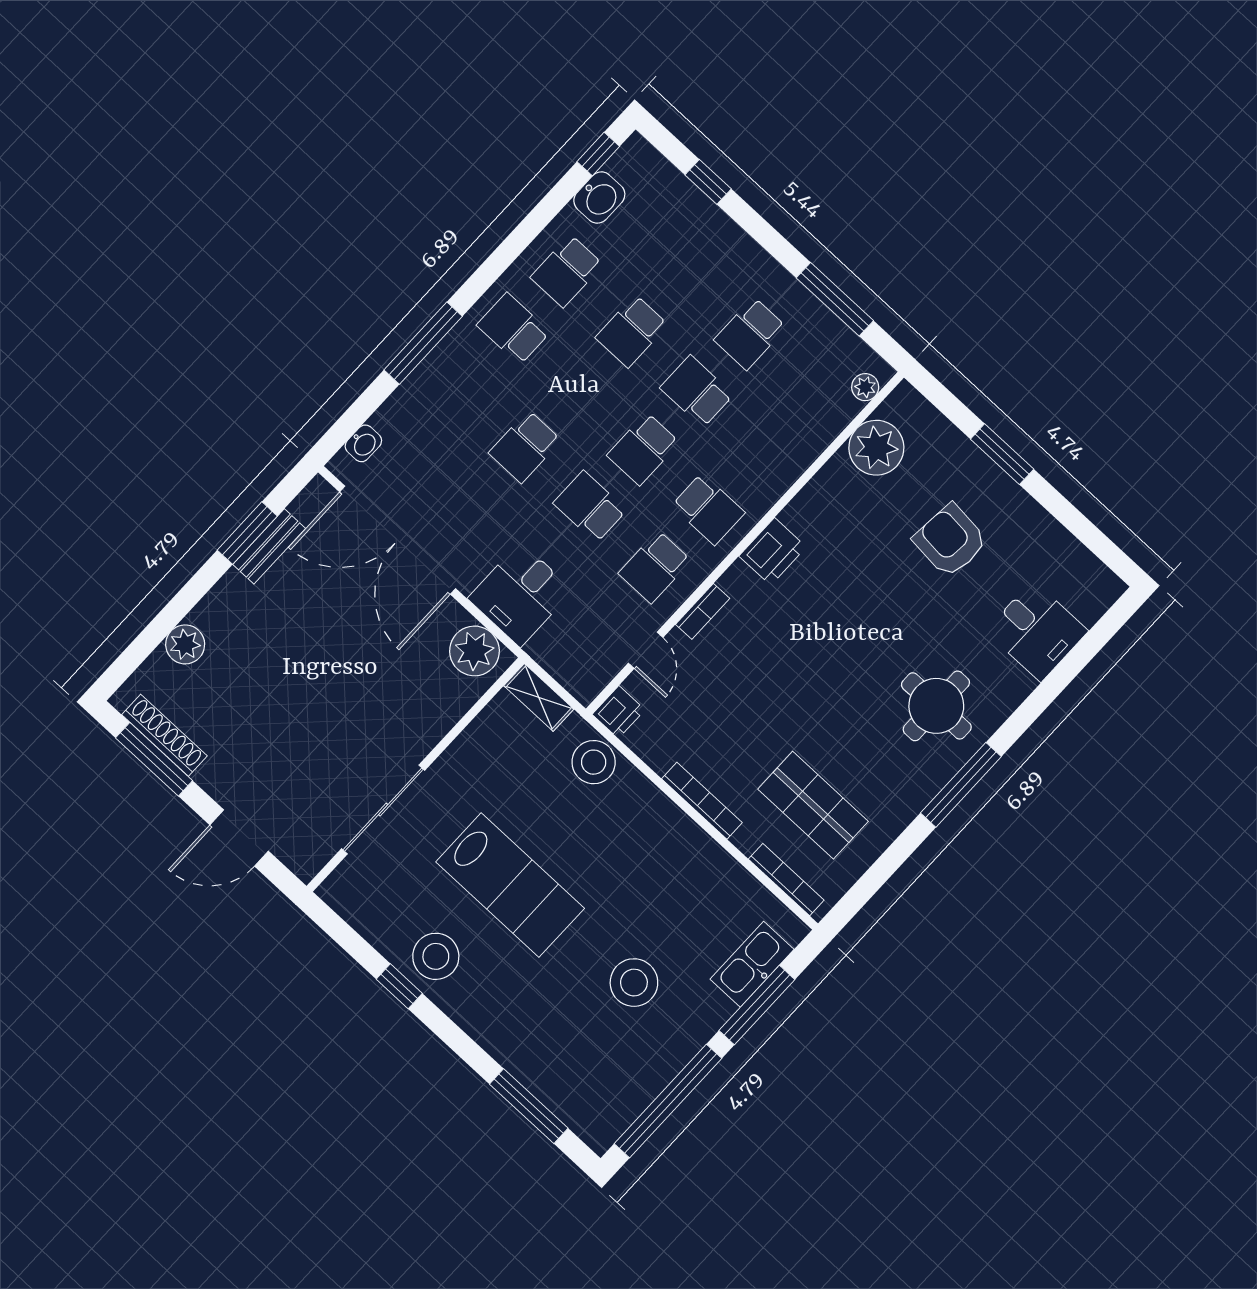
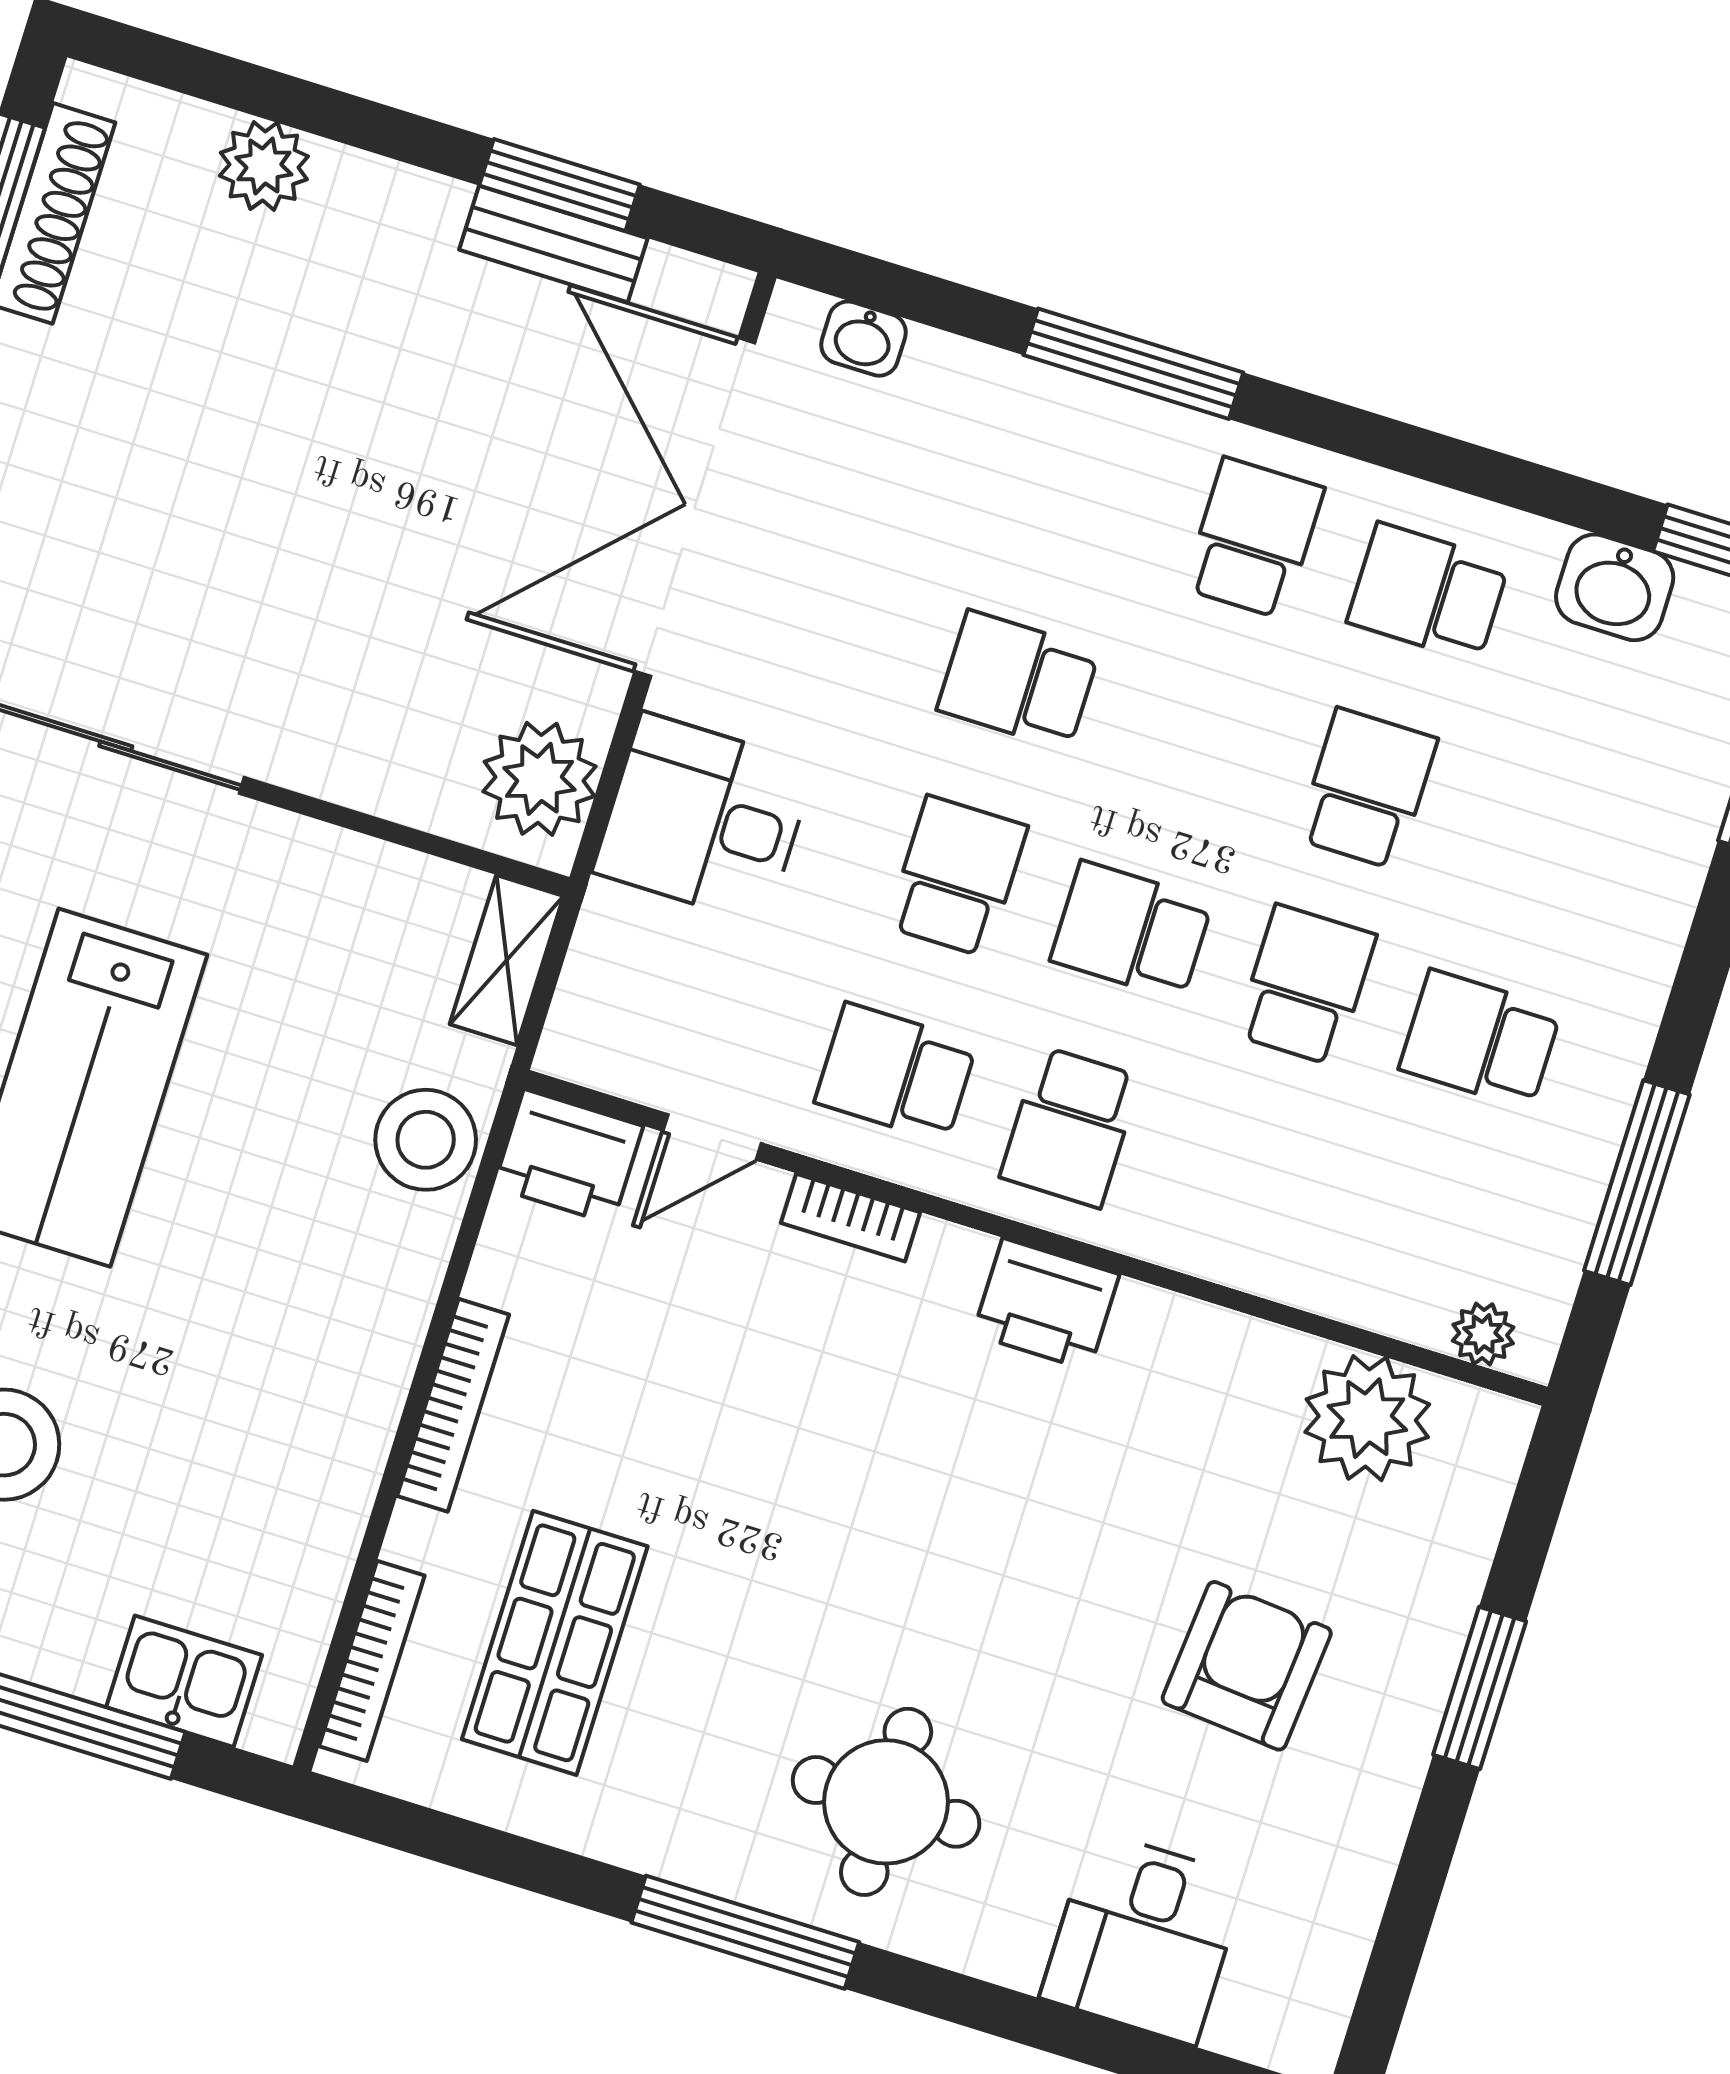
school desk: (632, 331) -> (1367, 789), turned 90
printer: (619, 712) -> (568, 1157), width x1.36, depth x1.24
kitchen sink: (752, 964) -> (184, 1681), width x0.73

